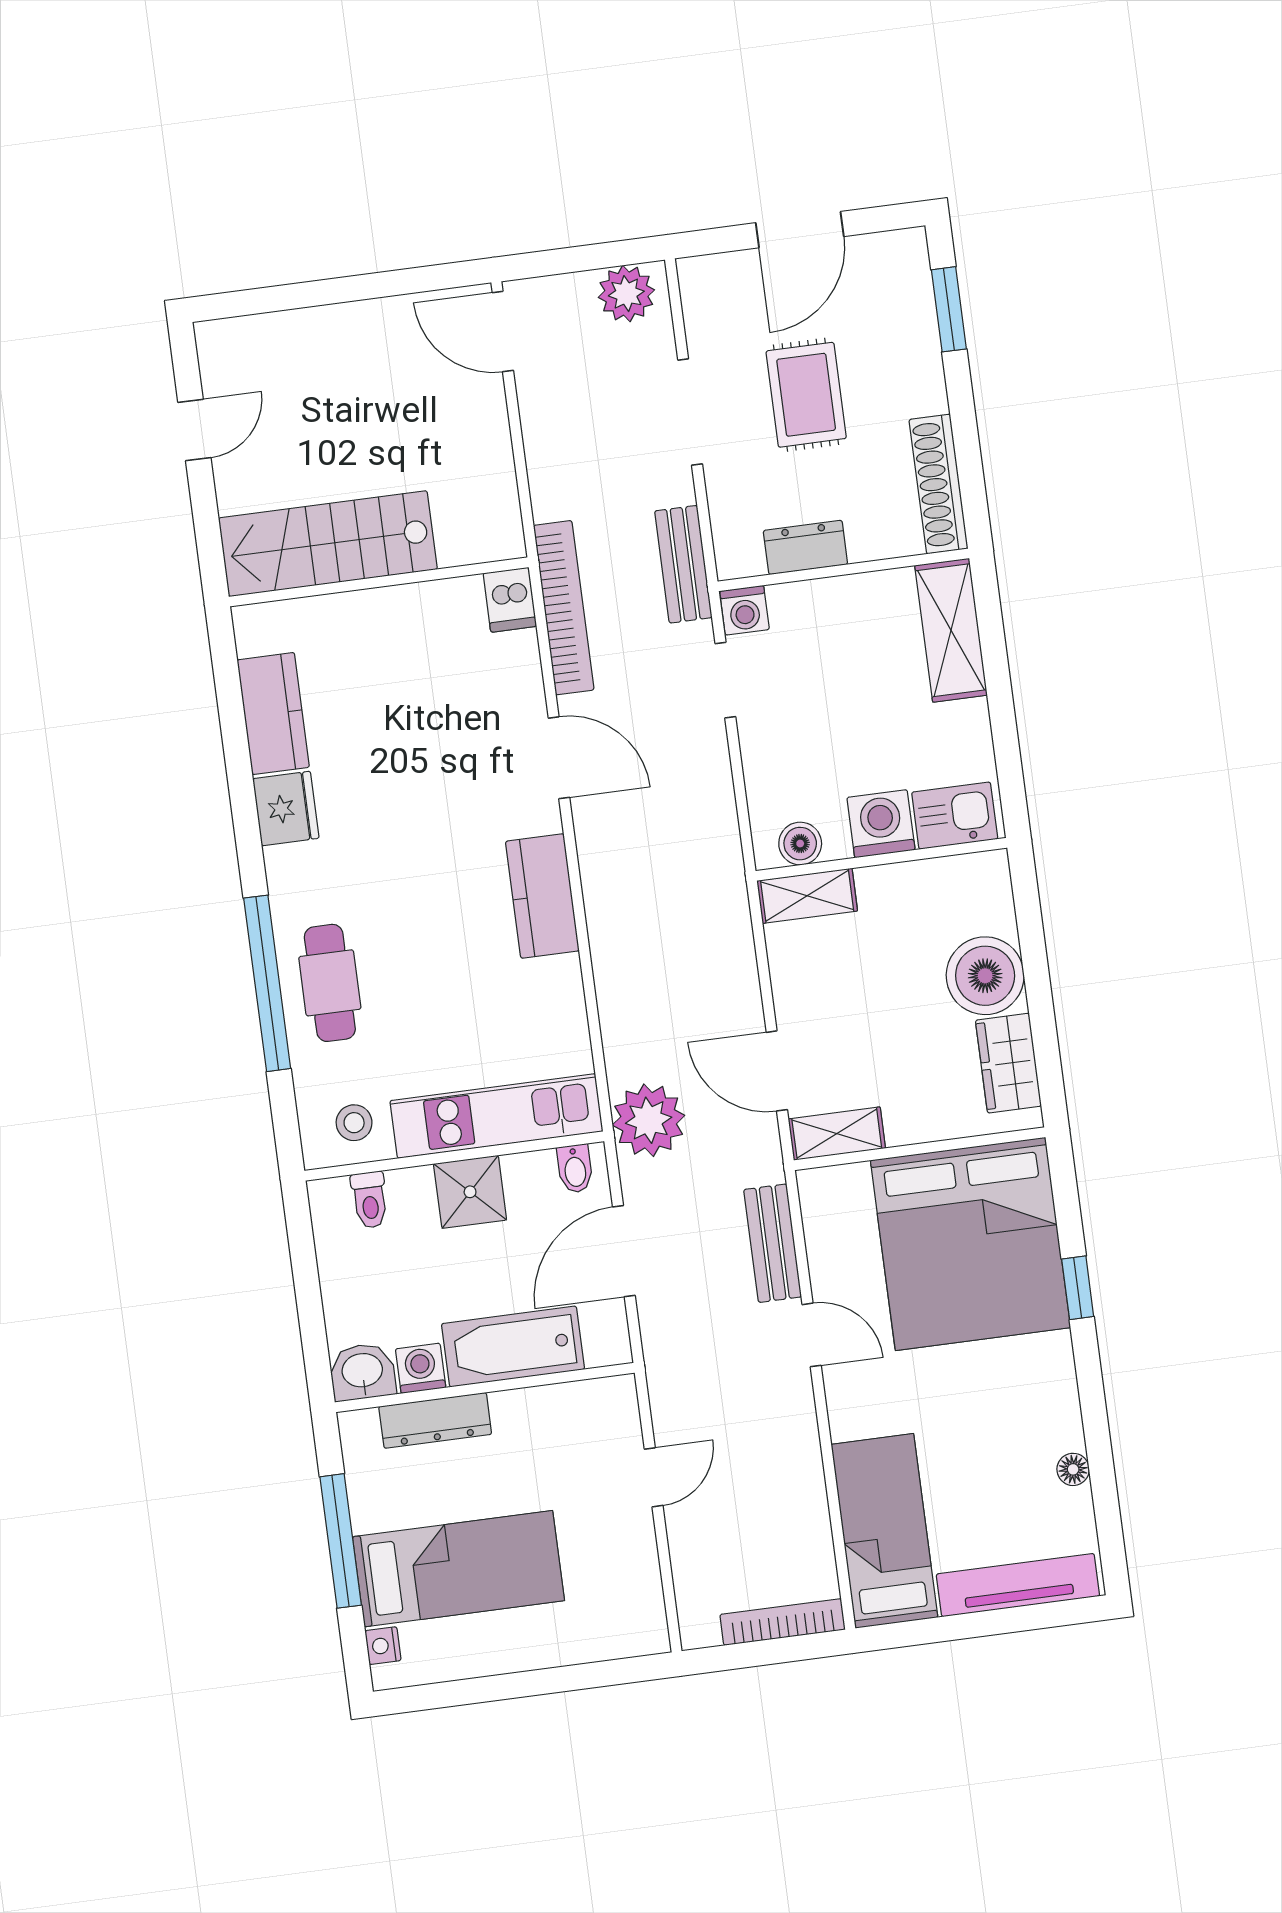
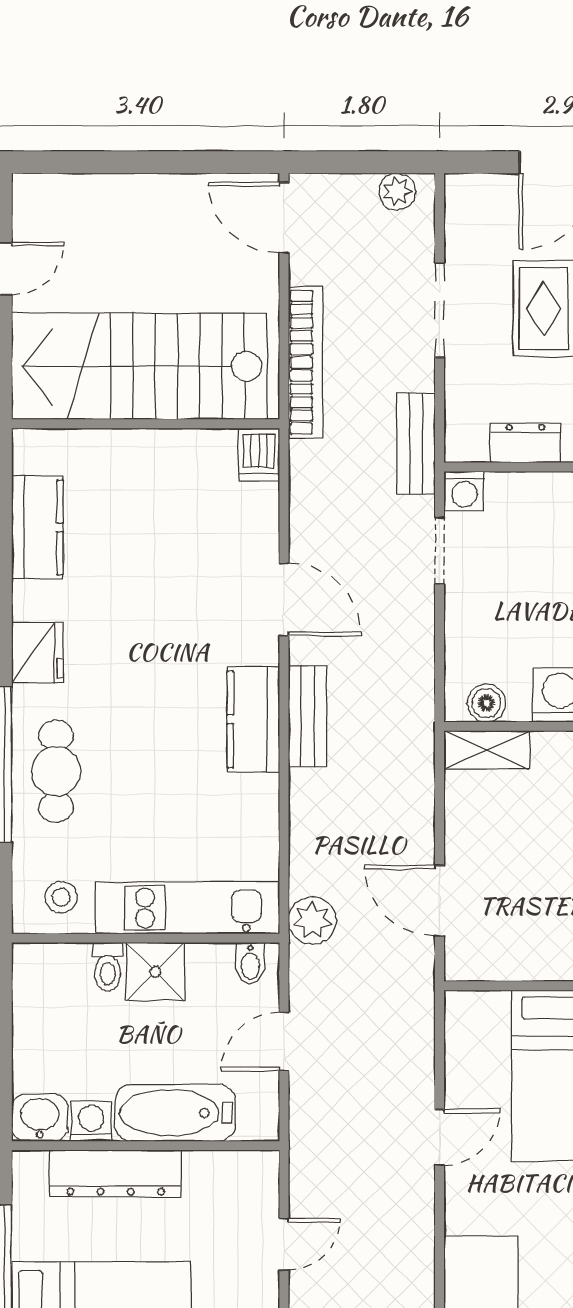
plant: (626, 294) -> (397, 192), width x0.73, depth x0.73
stairs: (328, 544) -> (139, 366), width x1.36, depth x1.51
bookcase: (564, 608) -> (306, 362), moved
fridge: (286, 808) -> (38, 653), moved
plant: (649, 1120) -> (312, 920), width x0.73, depth x0.73
shelving: (837, 1134) -> (485, 963), removed
toilet: (370, 1200) -> (108, 967), moved
bench: (773, 1243) -> (308, 717), moved
door: (624, 1251) -> (284, 1042), width x0.73
door: (812, 1335) -> (440, 1137), hinge flipped
dresser: (435, 1420) -> (116, 1173), width x1.37, depth x1.24

